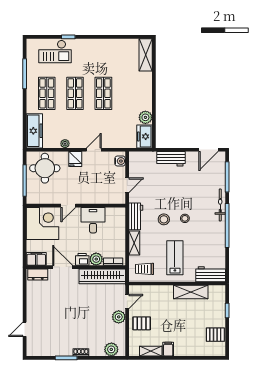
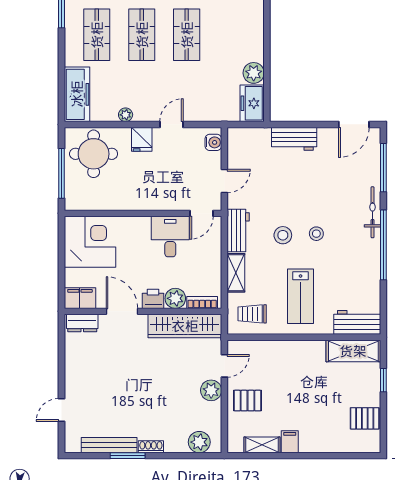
door: (68, 206) -> (202, 213), moved
lab bench: (175, 258) -> (301, 296), turned 180
shelving: (191, 292) -> (353, 351), moved
bench: (55, 351) -> (109, 445), added

